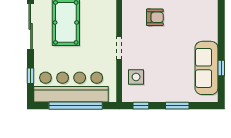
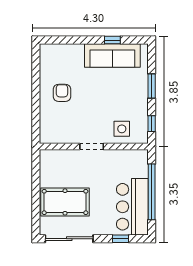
armchair: (155, 17) -> (62, 93), moved
bar counter: (71, 87) -> (132, 207), width x0.73

